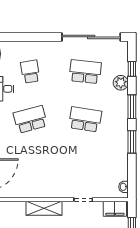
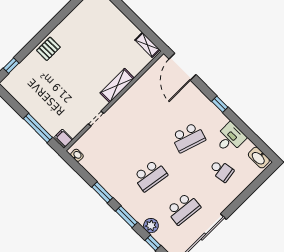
school desk: (30, 119) -> (188, 137), turned 33
filing cabinet: (115, 209) -> (64, 138), width x0.50

